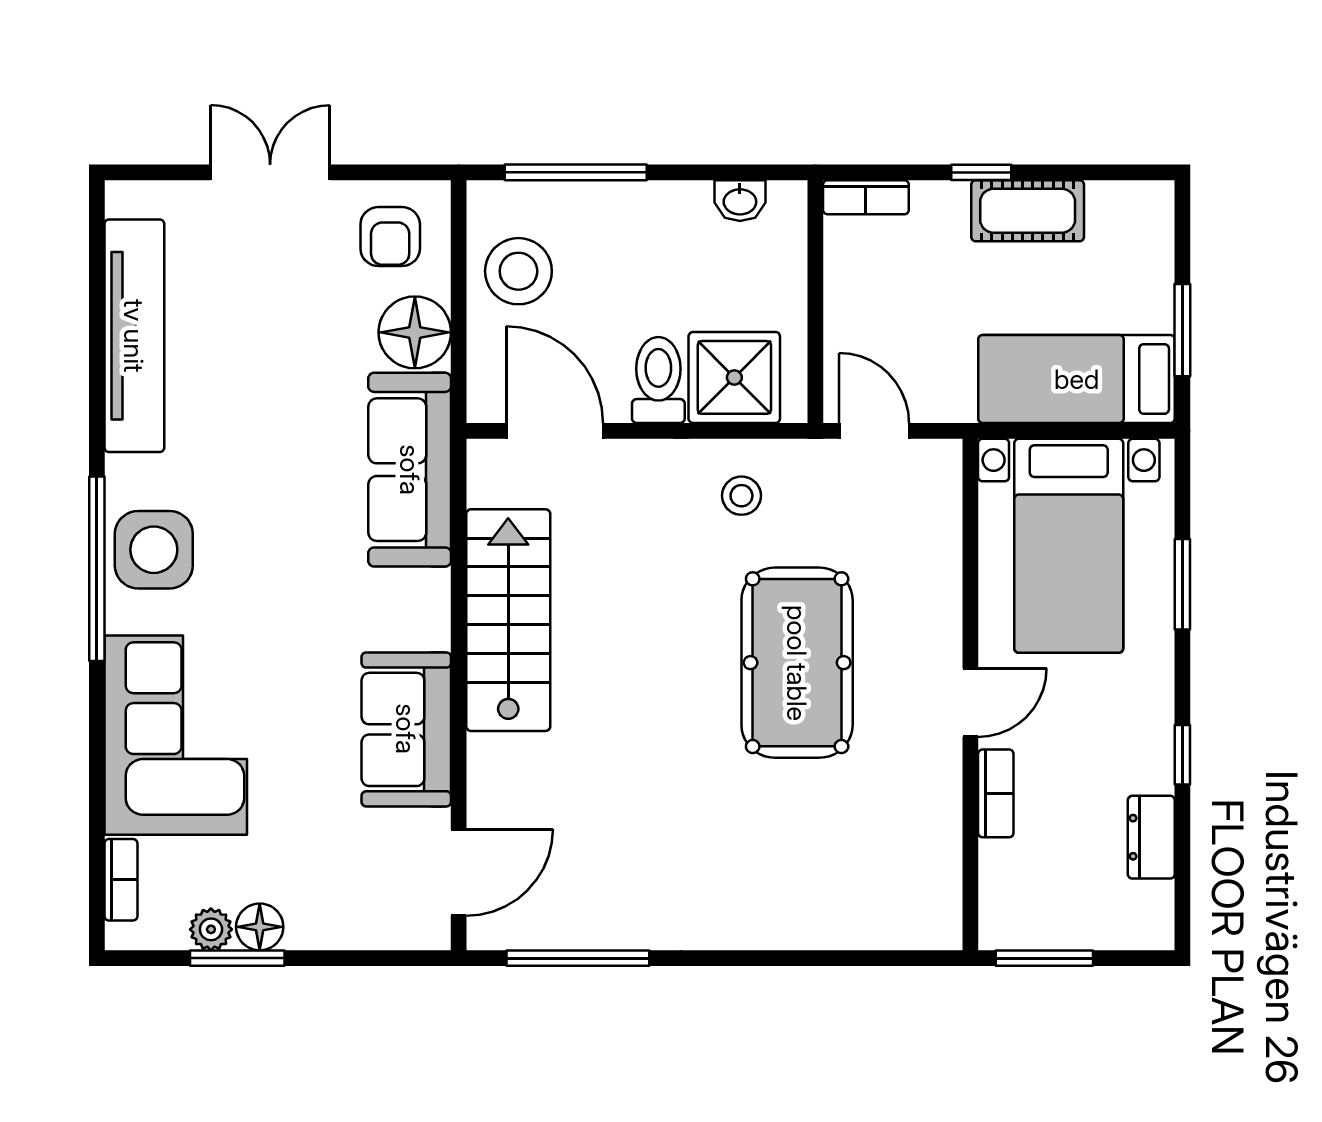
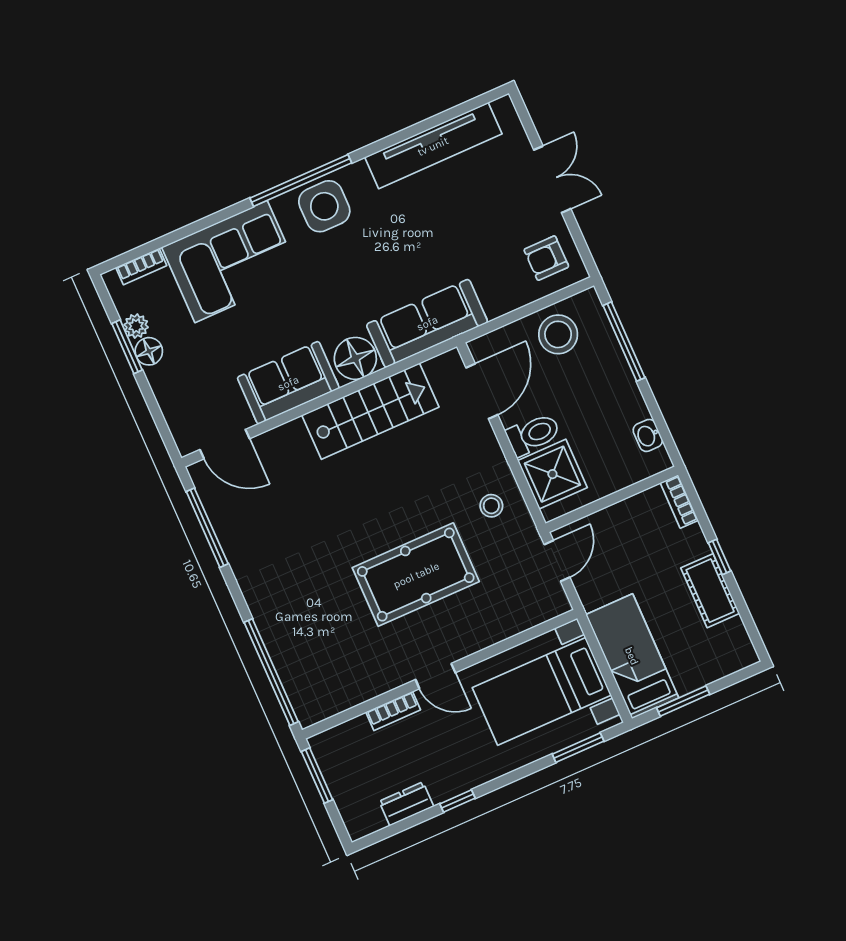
floor lamp: (415, 332) -> (355, 358), moved
window: (1182, 584) -> (578, 748), moved
window: (850, 958) -> (271, 672), added

